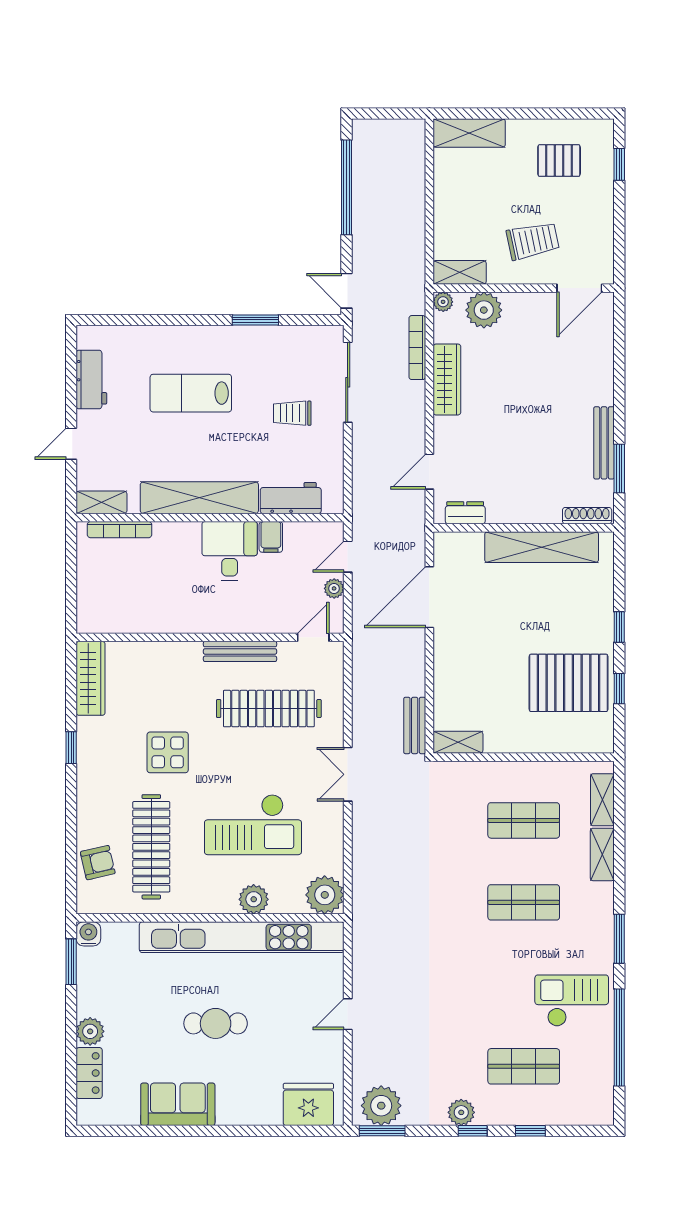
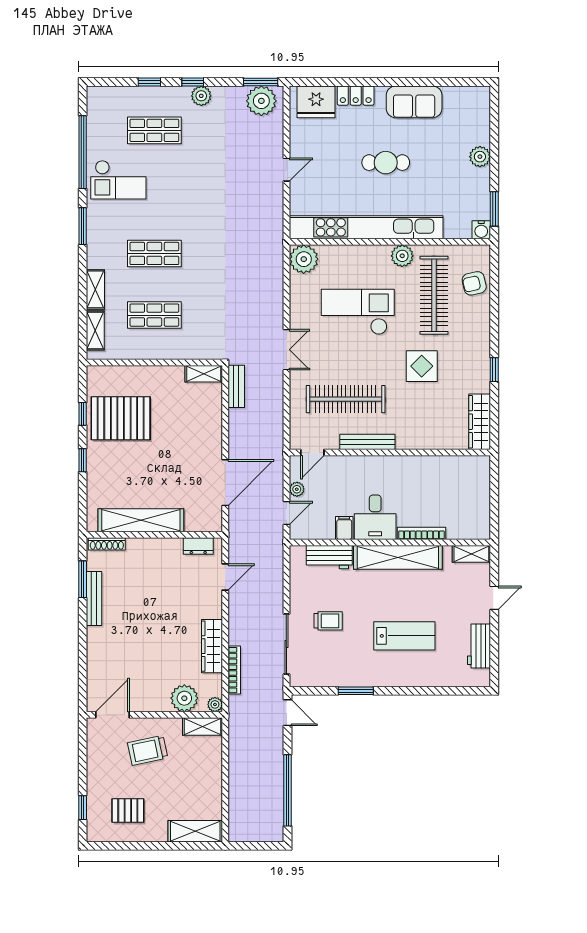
bookcase: (120, 530) -> (421, 533), moved
plant: (254, 899) -> (402, 256), moved
locker: (89, 1073) -> (356, 96), moved, turned -90

